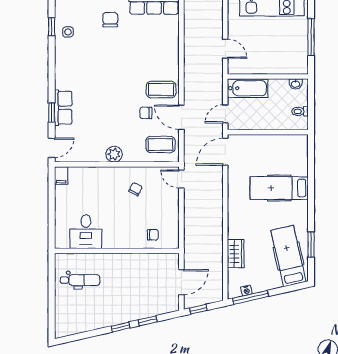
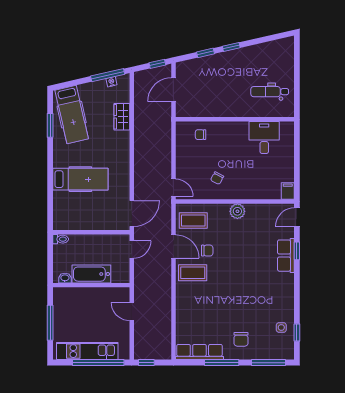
bathtub: (248, 88) -> (91, 274), moved
toilet: (300, 111) -> (61, 239), moved

